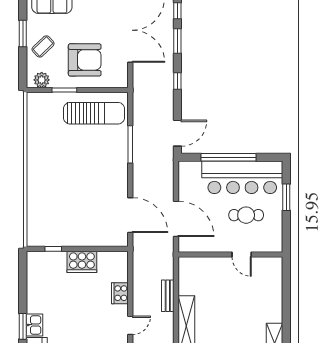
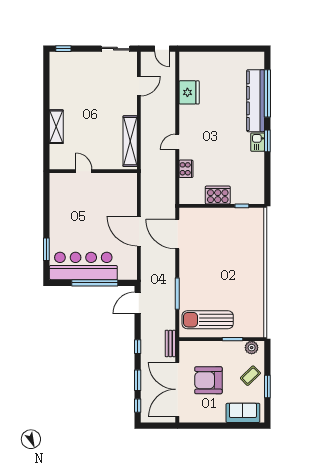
armchair: (85, 60) -> (208, 380), moved
cafe table: (246, 215) -> (80, 234), removed
wall: (230, 255) -> (93, 171), moved
door: (242, 255) -> (84, 171), moved
bench: (168, 296) -> (170, 343), moved

